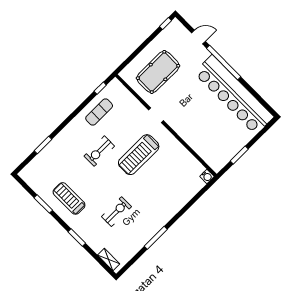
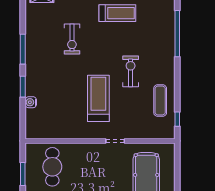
cafe table: (215, 140) -> (52, 167), added
window: (43, 145) -> (177, 34), width x2.11
water cooler: (207, 176) -> (31, 102), moved
window: (181, 213) -> (23, 87), added

